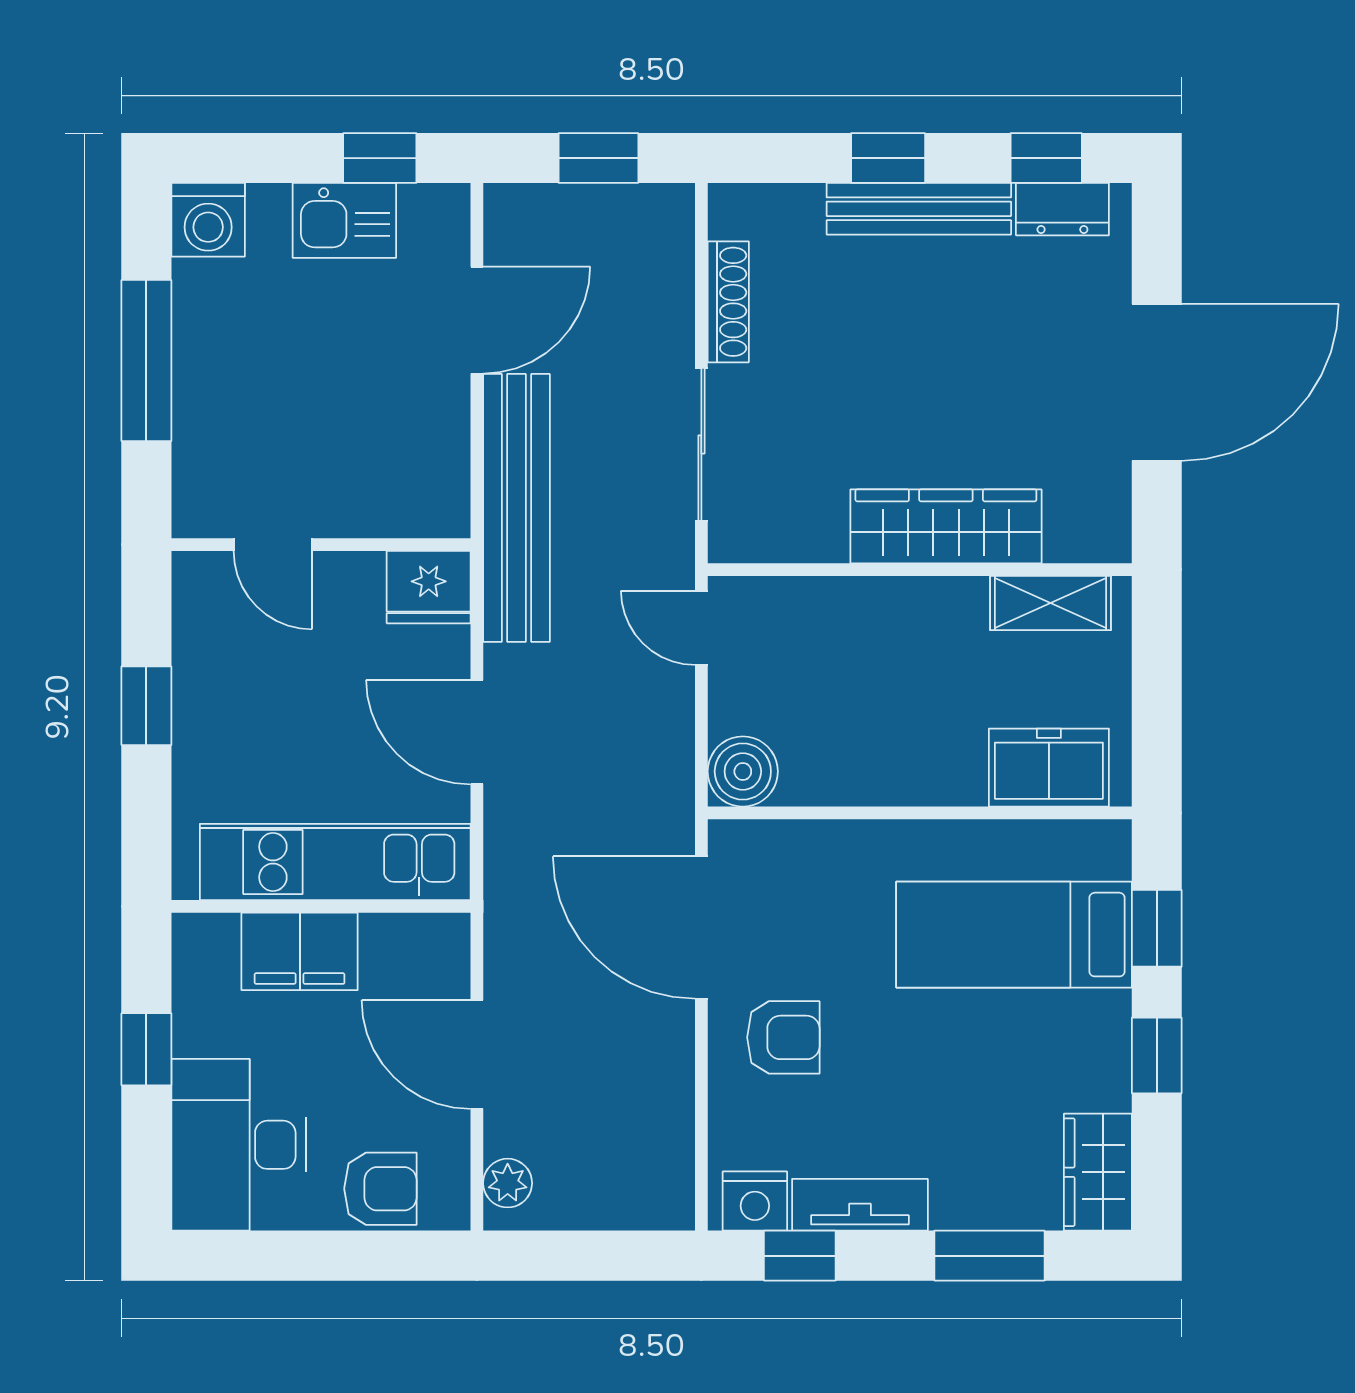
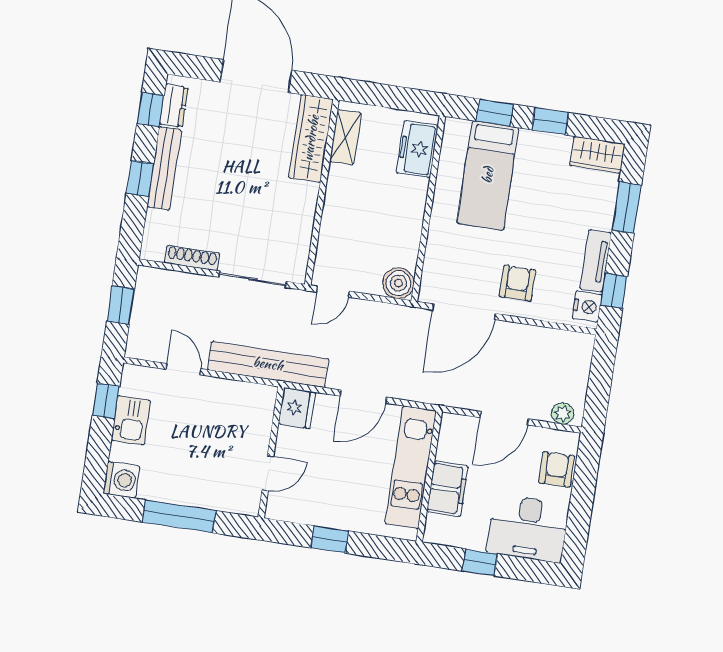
door: (477, 320) -> (183, 369), width x0.73
wardrobe: (946, 526) -> (311, 138), moved

